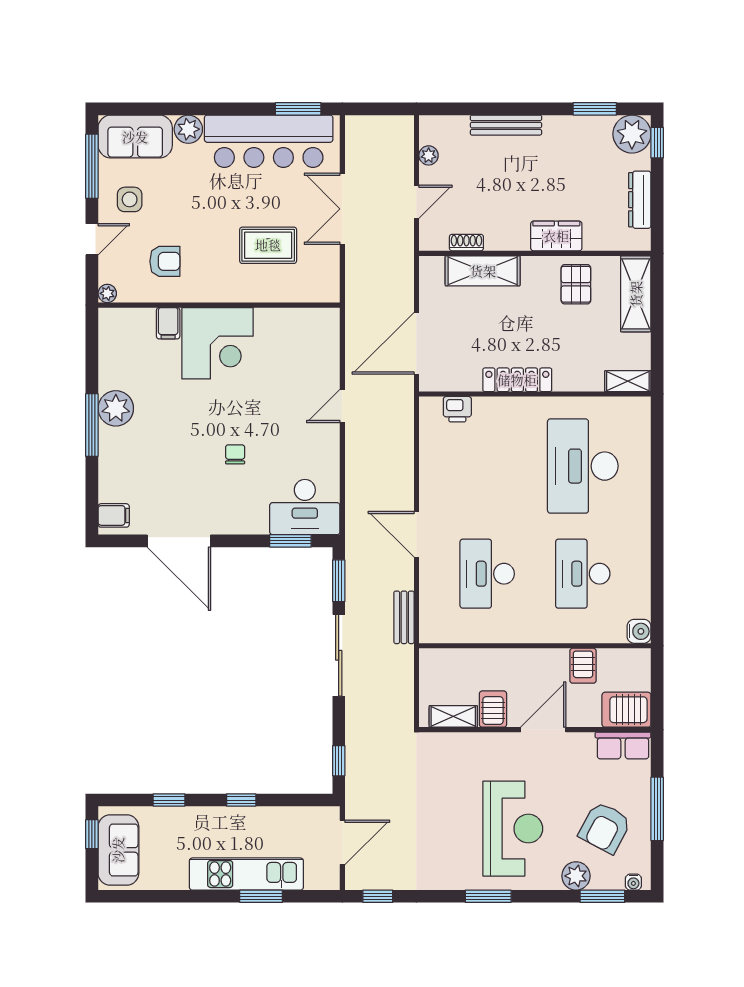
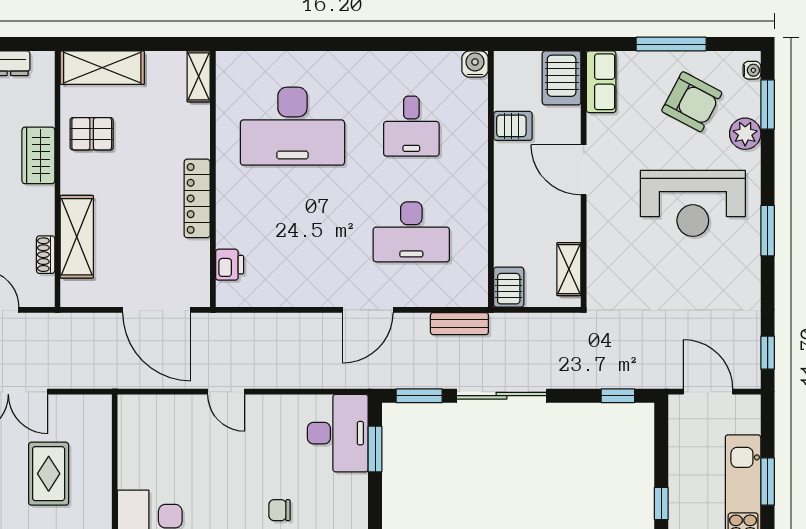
desk: (583, 574) -> (411, 126), width x0.73
server rack: (493, 709) -> (509, 287), moved, turned 90
reception desk: (513, 829) -> (693, 203), turned 180

